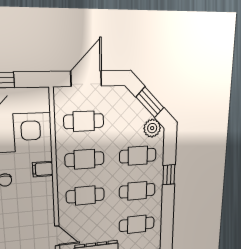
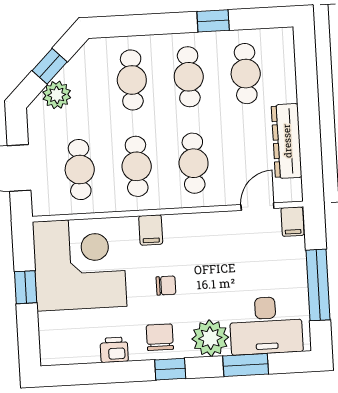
window: (150, 102) -> (50, 66), width x0.67
plant: (152, 128) -> (57, 95), moved
window: (169, 175) -> (213, 21), moved

